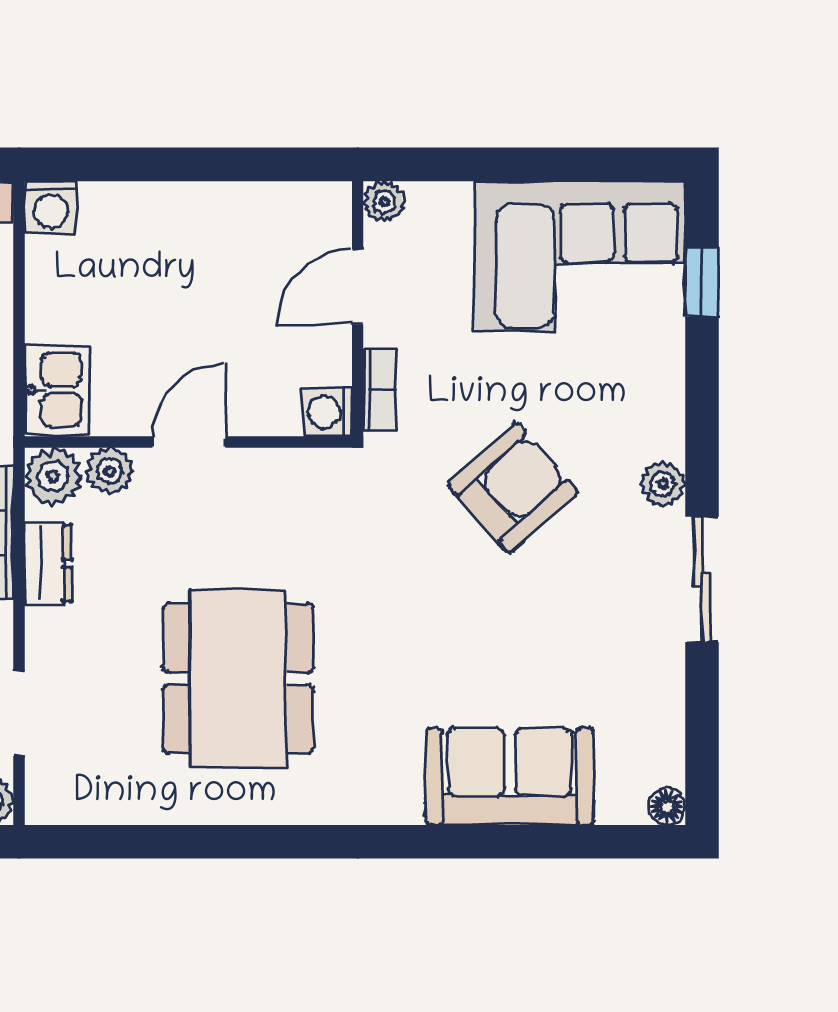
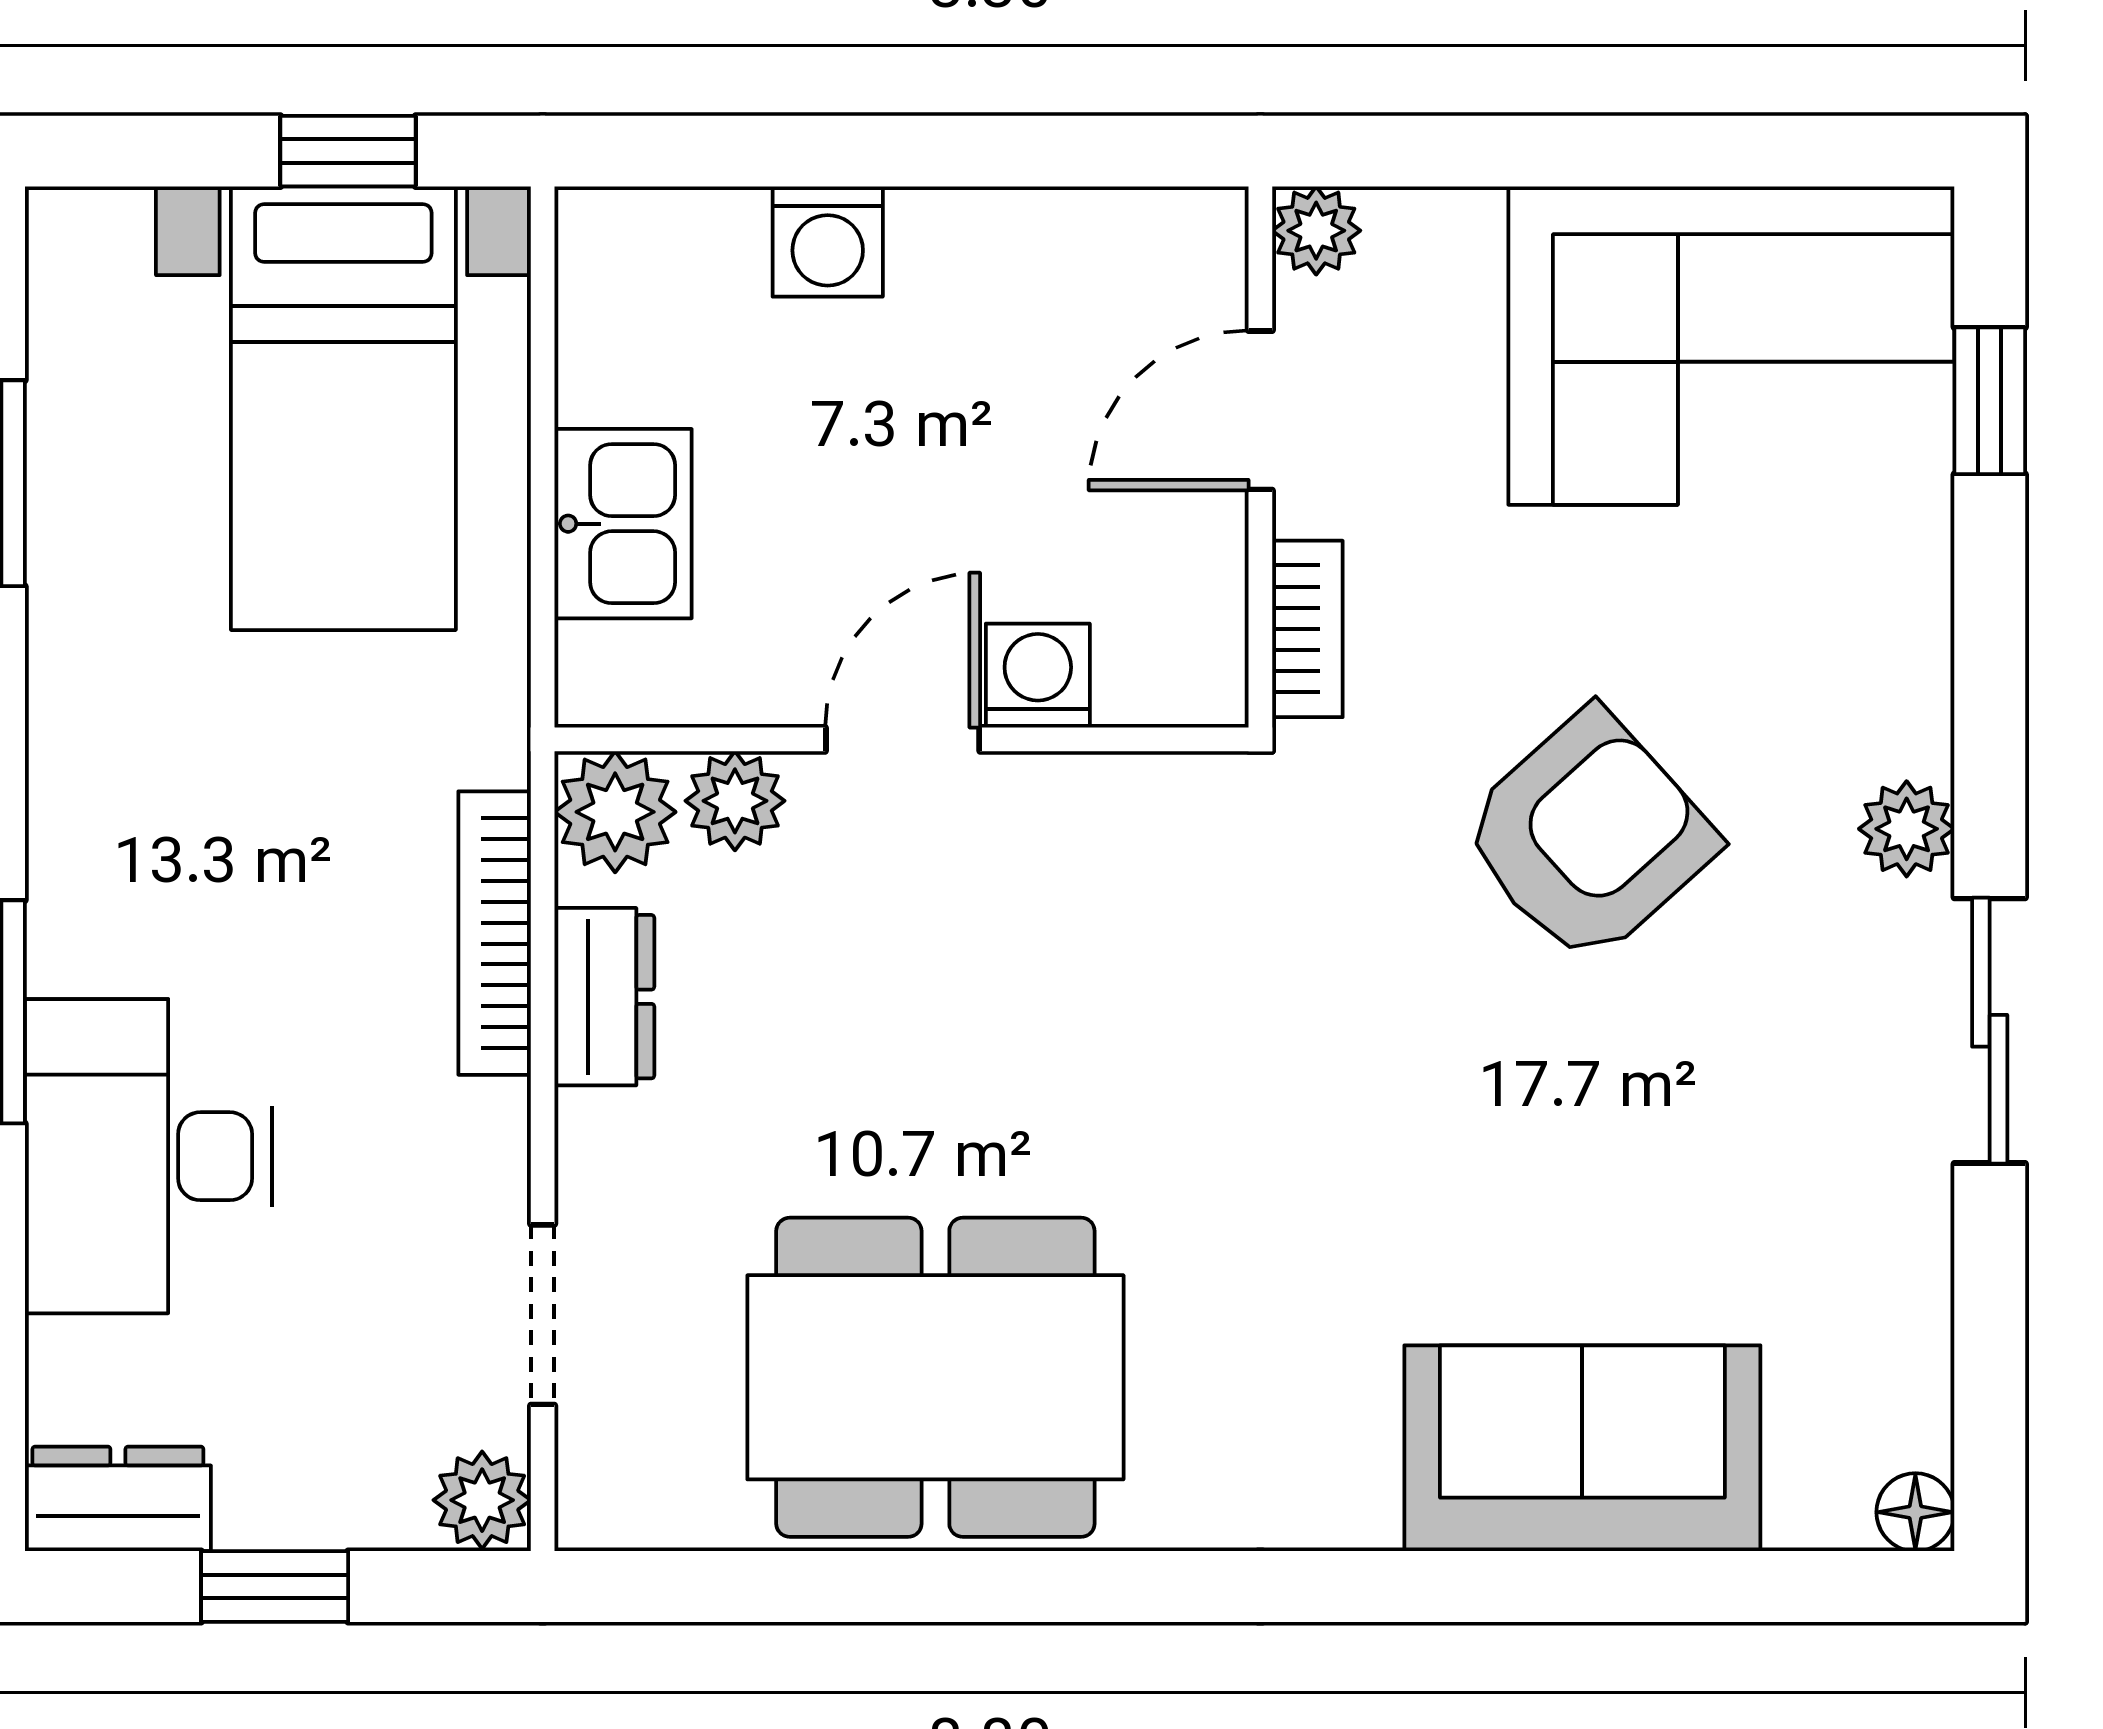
washing machine: (51, 207) -> (828, 242), moved
kitchen sink: (57, 390) -> (623, 524), moved
washing machine: (328, 412) -> (1038, 676), moved, turned 90
dining table: (238, 678) -> (935, 1377), moved, turned 90

